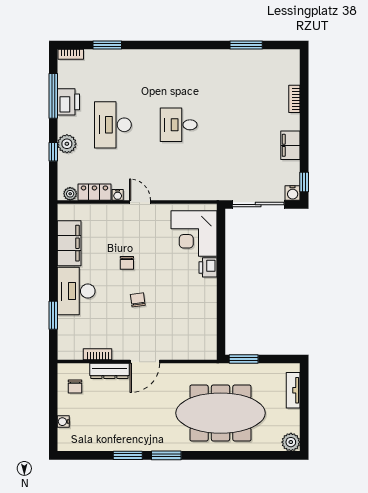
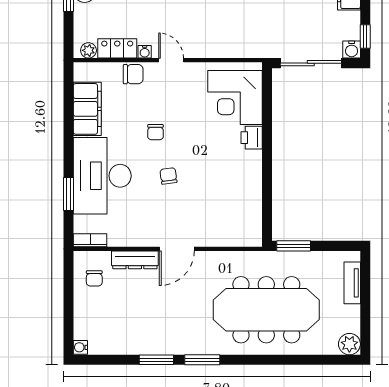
chair: (108, 214) -> (133, 74), added
desk: (76, 291) -> (102, 176), width x1.36, depth x1.30
bookcase: (98, 354) -> (90, 240), moved
water cooler: (63, 422) -> (80, 347), moved

